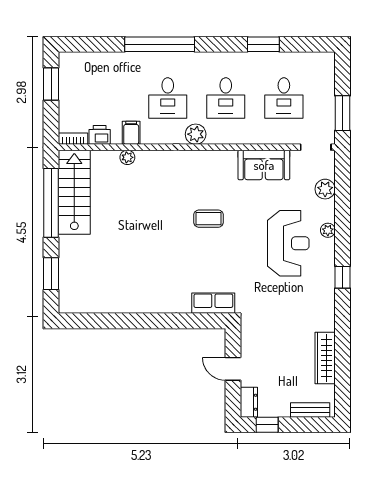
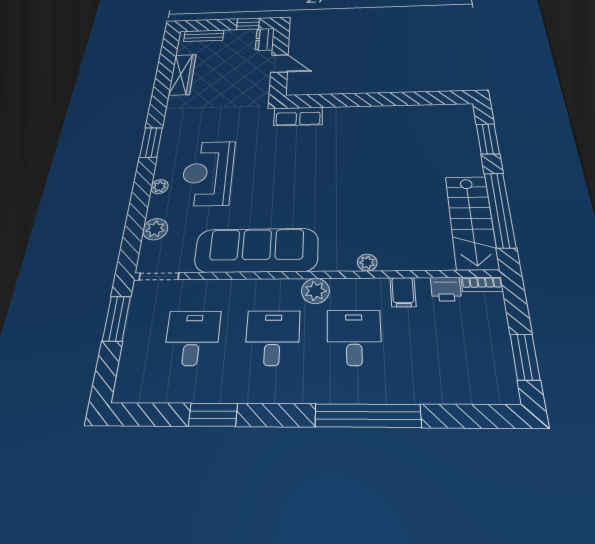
plant: (127, 157) -> (367, 263), moved
sofa: (264, 165) -> (257, 250), width x1.85, depth x1.27
coffee table: (209, 219) -> (301, 196), removed
window: (342, 277) -> (151, 142), width x1.50

